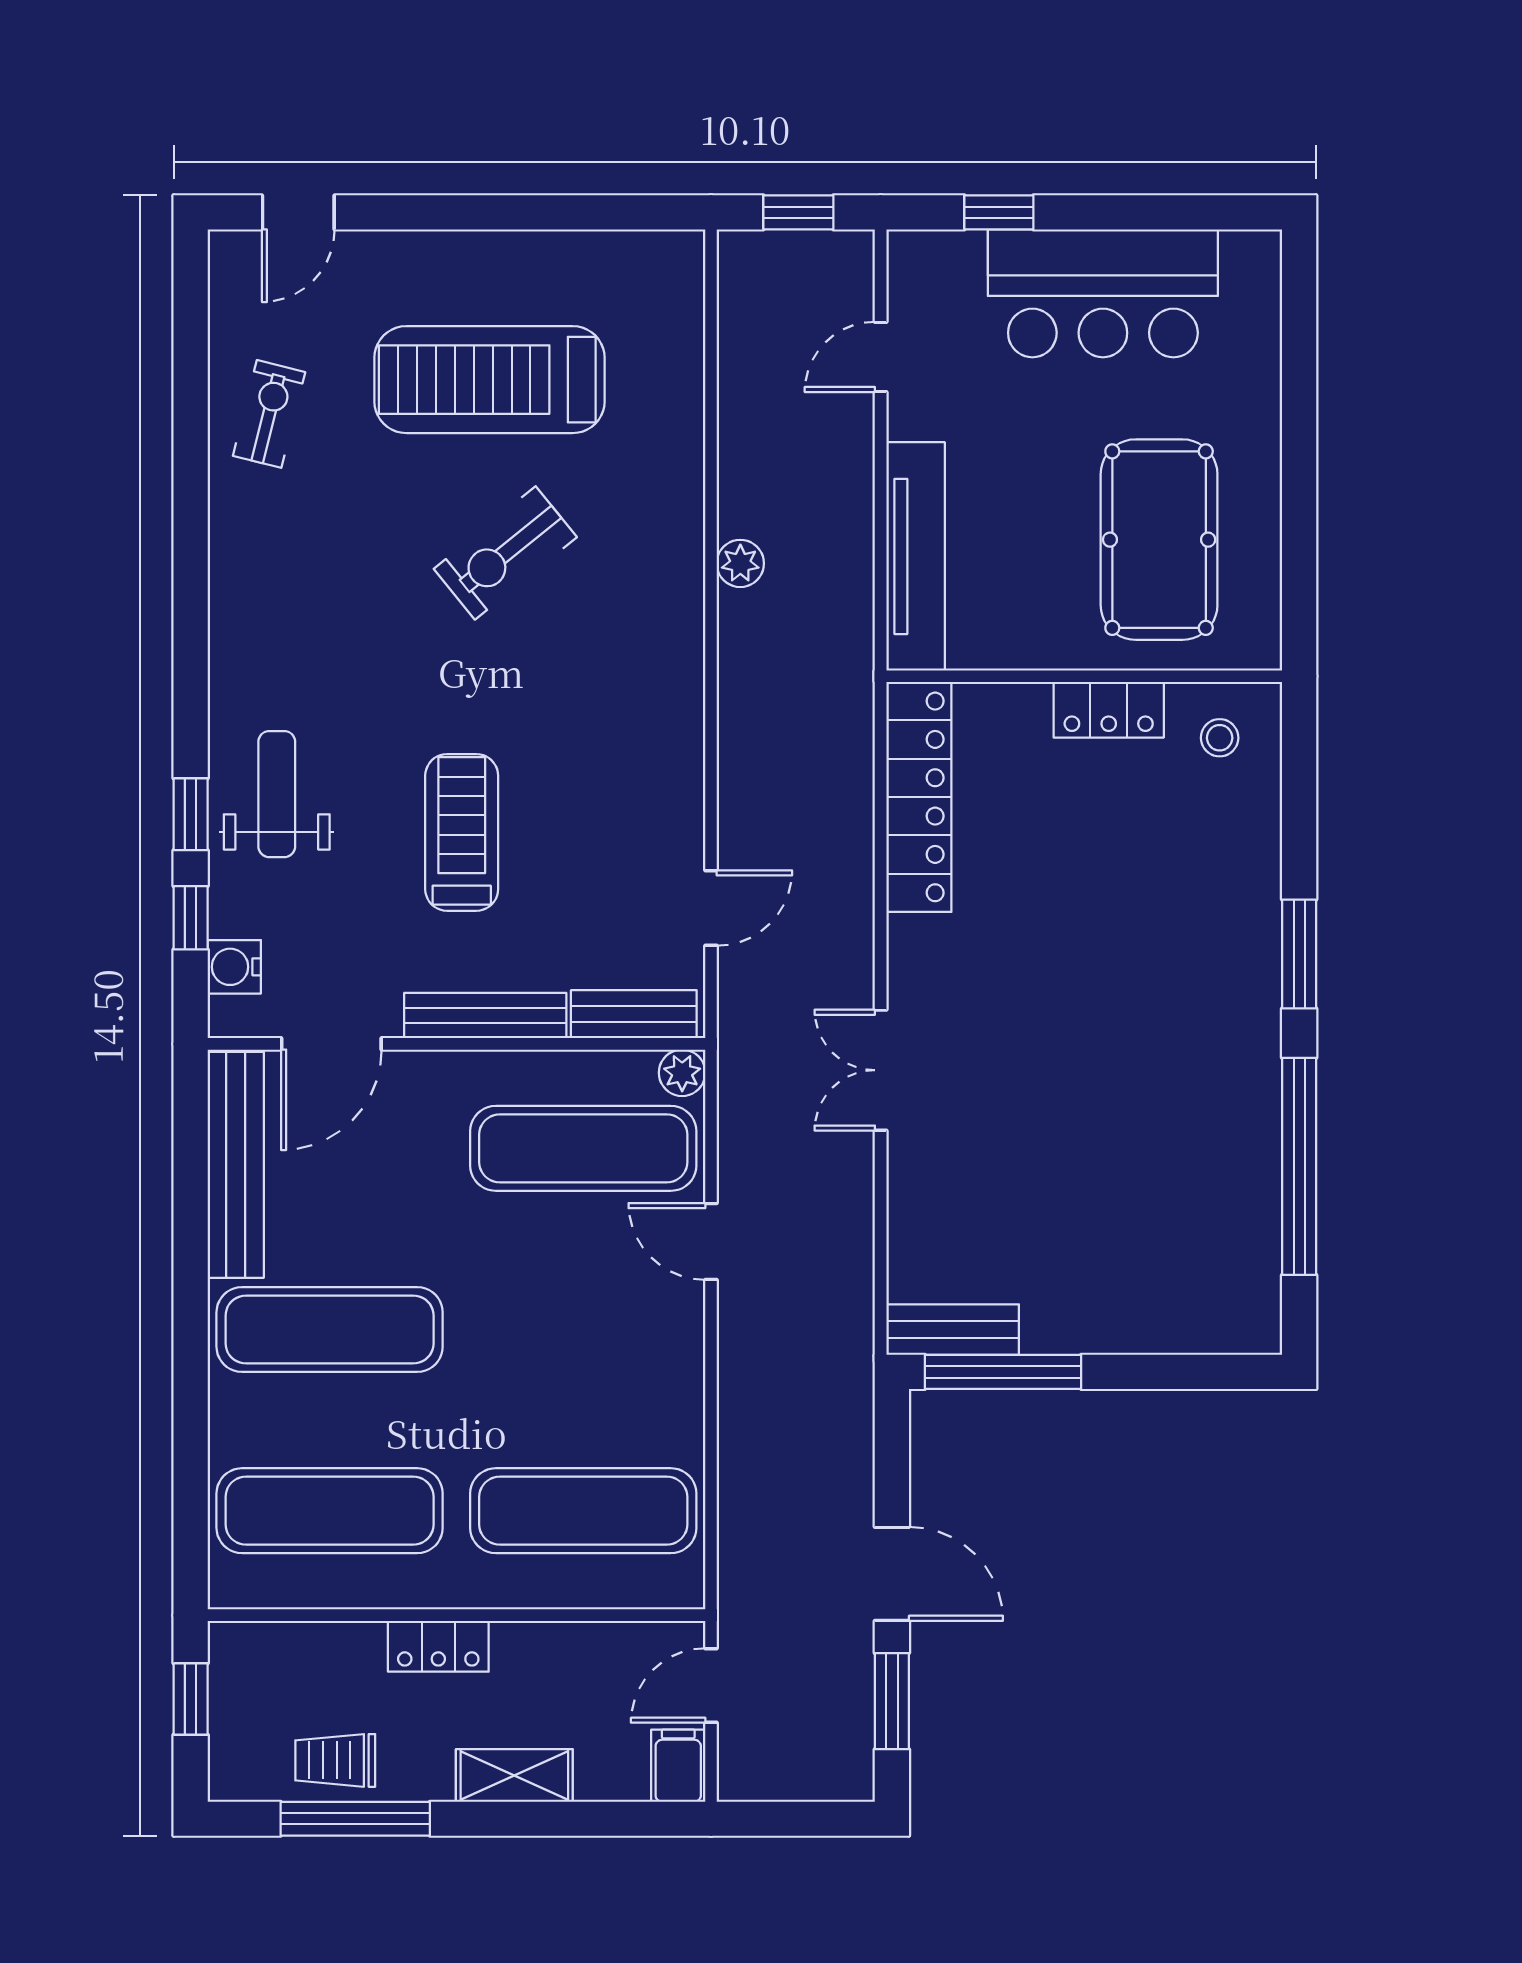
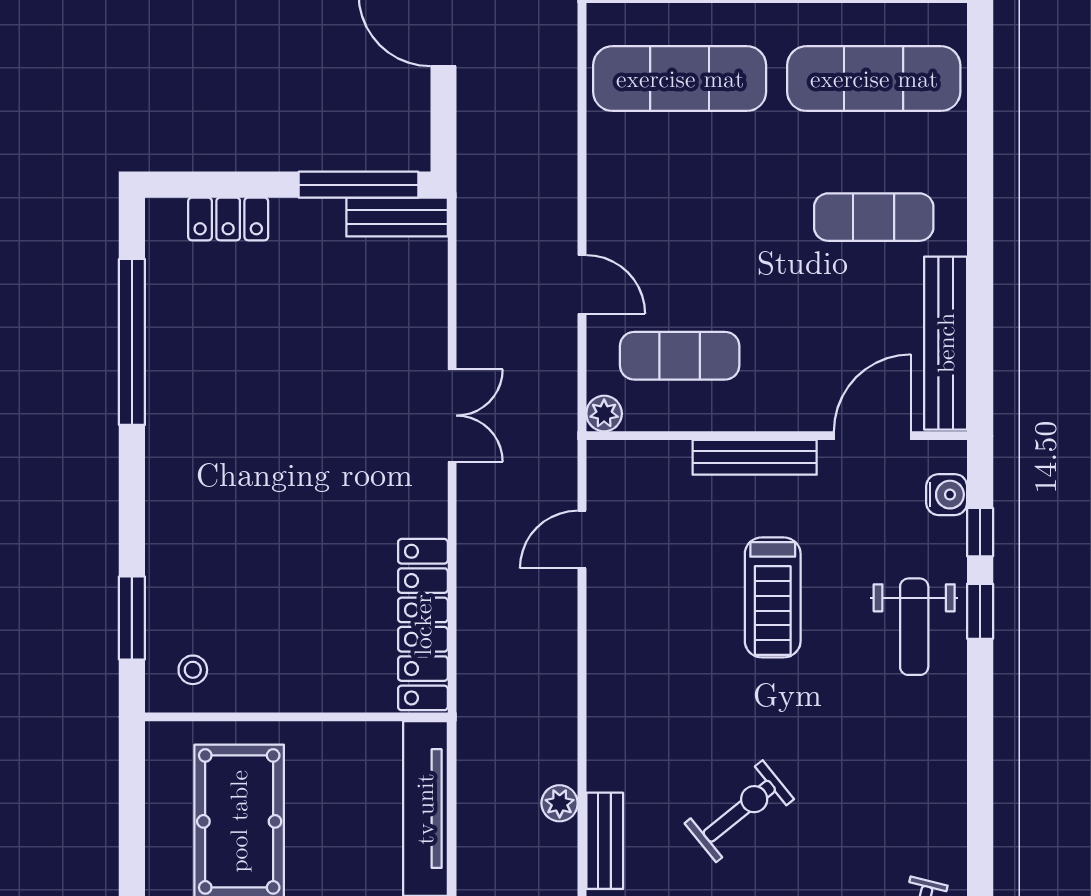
locker: (1109, 710) -> (228, 219), moved, turned 180
window: (1299, 954) -> (132, 618), moved
bench: (634, 1014) -> (605, 841), moved, turned 90
exercise mat: (583, 1148) -> (680, 356), width x0.73, depth x0.69
exercise mat: (330, 1330) -> (874, 217), width x0.73, depth x0.69

